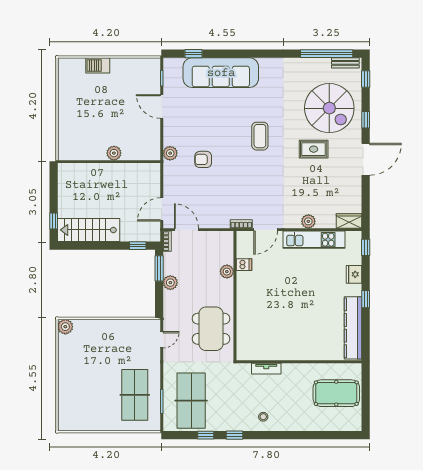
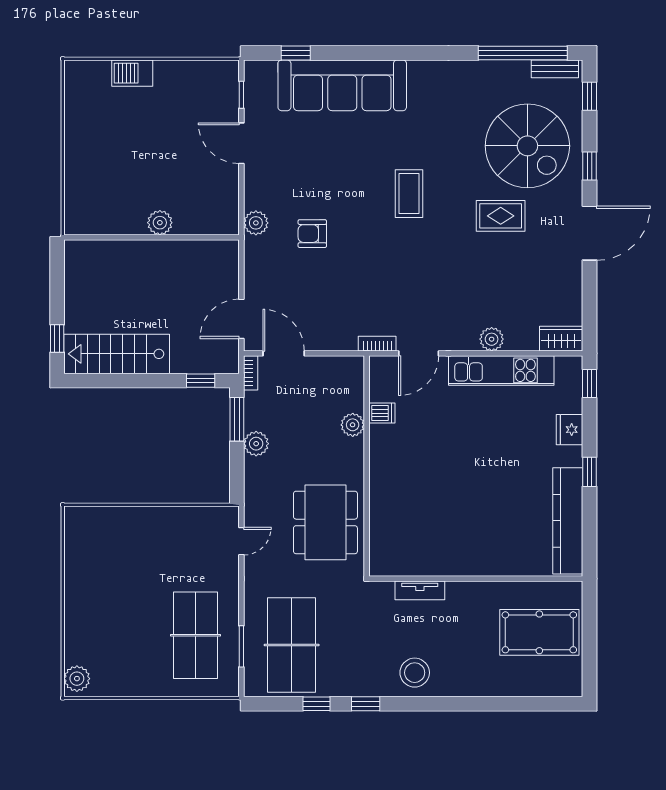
plant: (65, 327) -> (77, 679), moved
stool: (263, 417) -> (415, 673), width x1.89, depth x1.89

